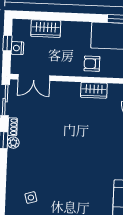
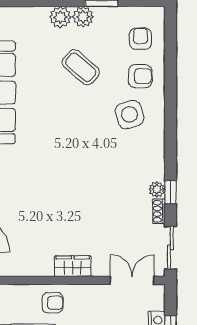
wardrobe: (94, 90) -> (73, 266), moved
side table: (31, 198) -> (129, 114), width x1.87, depth x1.87

